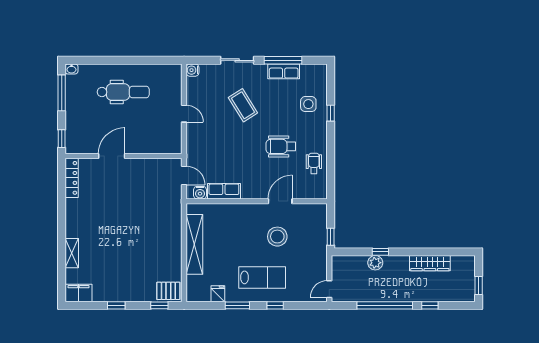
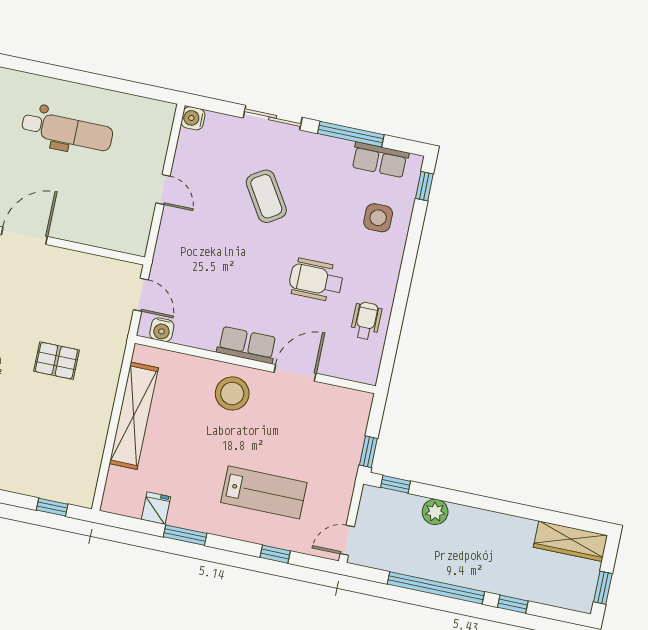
row of seats: (284, 71) -> (380, 160), moved
window: (331, 113) -> (424, 186), moved
row of seats: (224, 191) -> (247, 345), moved
stool: (277, 237) -> (232, 393), moved
window: (380, 252) -> (395, 484), moved
wardrobe: (430, 263) -> (570, 541), moved
lab bench: (262, 277) -> (264, 492), moved
pallet: (168, 291) -> (56, 361), moved
window: (275, 305) -> (275, 554), moved

